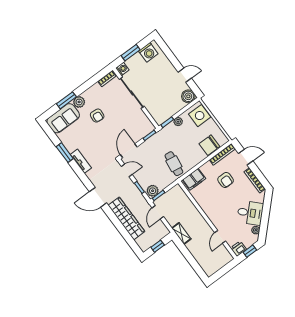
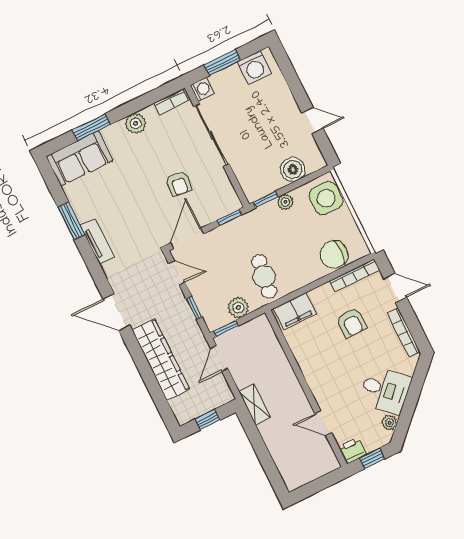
boiler: (188, 96) -> (293, 169), moved
plant: (79, 102) -> (136, 123), moved
armchair: (97, 116) -> (179, 184), moved
plant: (153, 191) -> (238, 307), moved
door: (220, 237) -> (323, 423), hinge flipped

